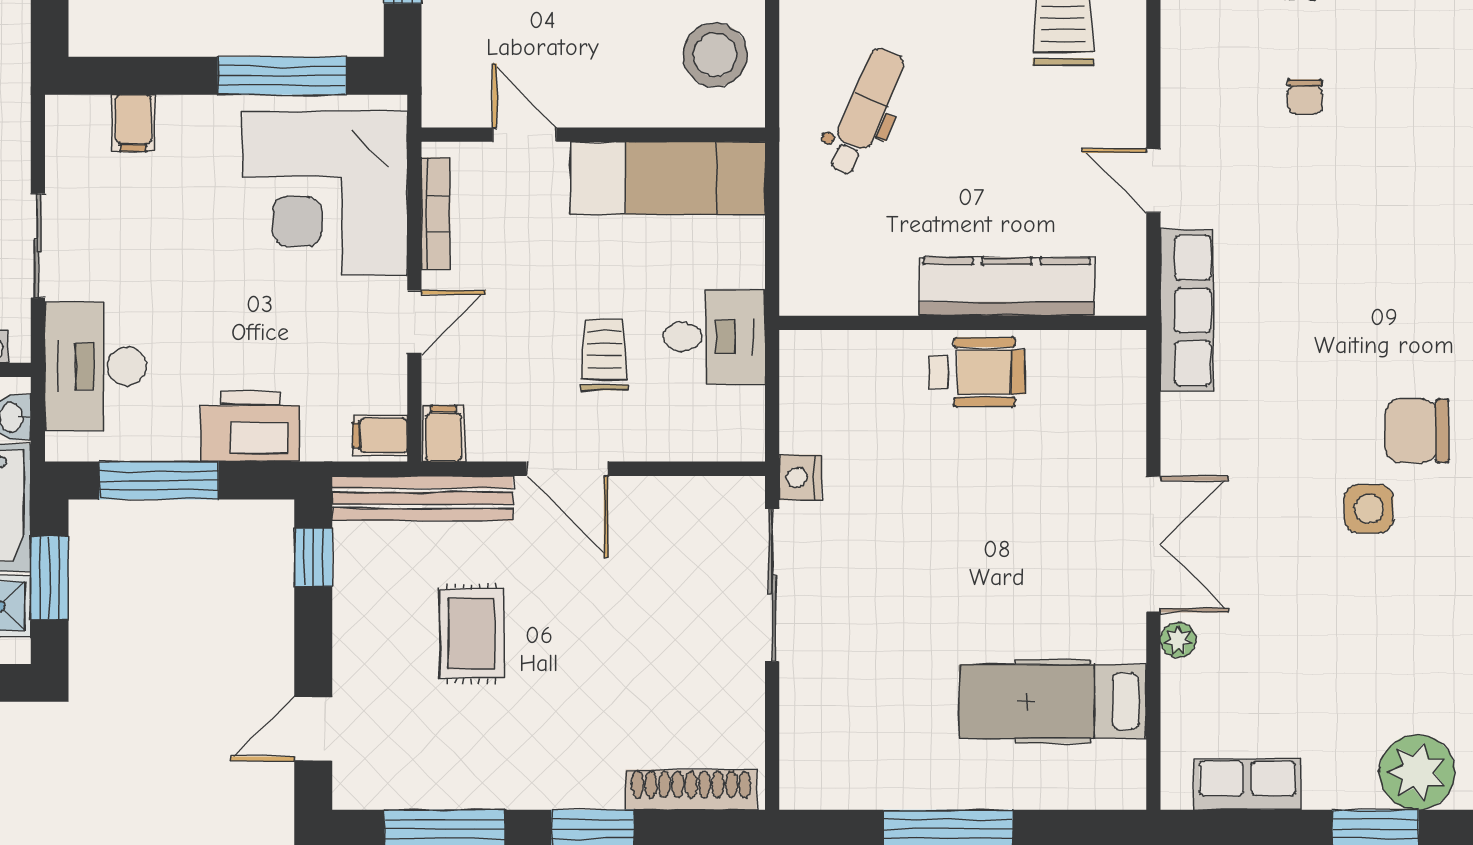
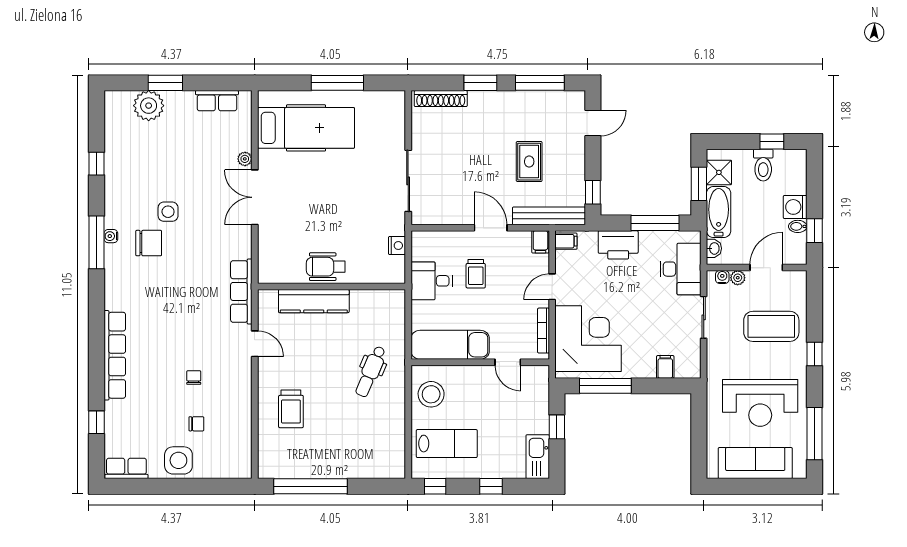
nightstand: (800, 477) -> (397, 246), moved
hospital bed: (1053, 701) -> (306, 128), width x1.37, depth x1.29

